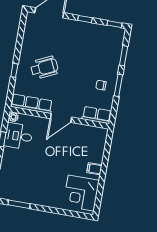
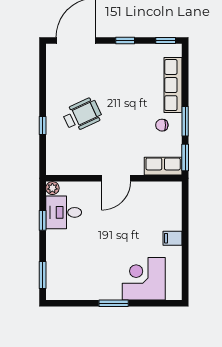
window: (124, 56) -> (185, 157), moved
row of seats: (32, 104) -> (173, 85), moved, turned -90
corner desk: (81, 193) -> (144, 279), moved, turned 90
window: (19, 204) -> (114, 303), moved

